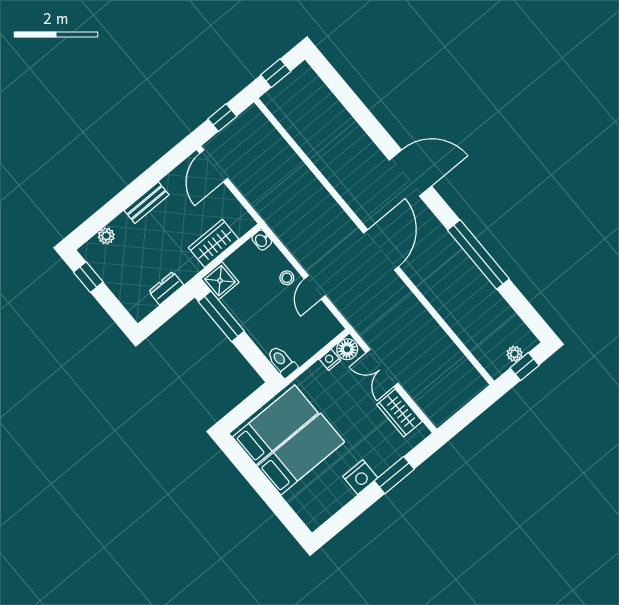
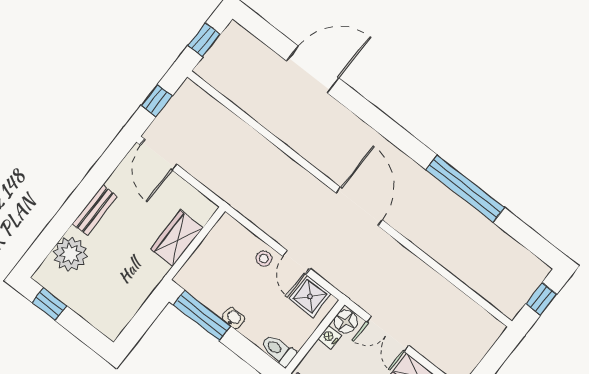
door: (410, 173) -> (313, 70), moved
plant: (106, 236) -> (70, 254), width x1.87, depth x1.87
washbasin: (262, 240) -> (233, 318), moved, turned 180
shower: (220, 281) -> (310, 296), moved
dresser: (166, 288) -> (136, 298), removed
plant: (515, 354) -> (528, 287), removed

